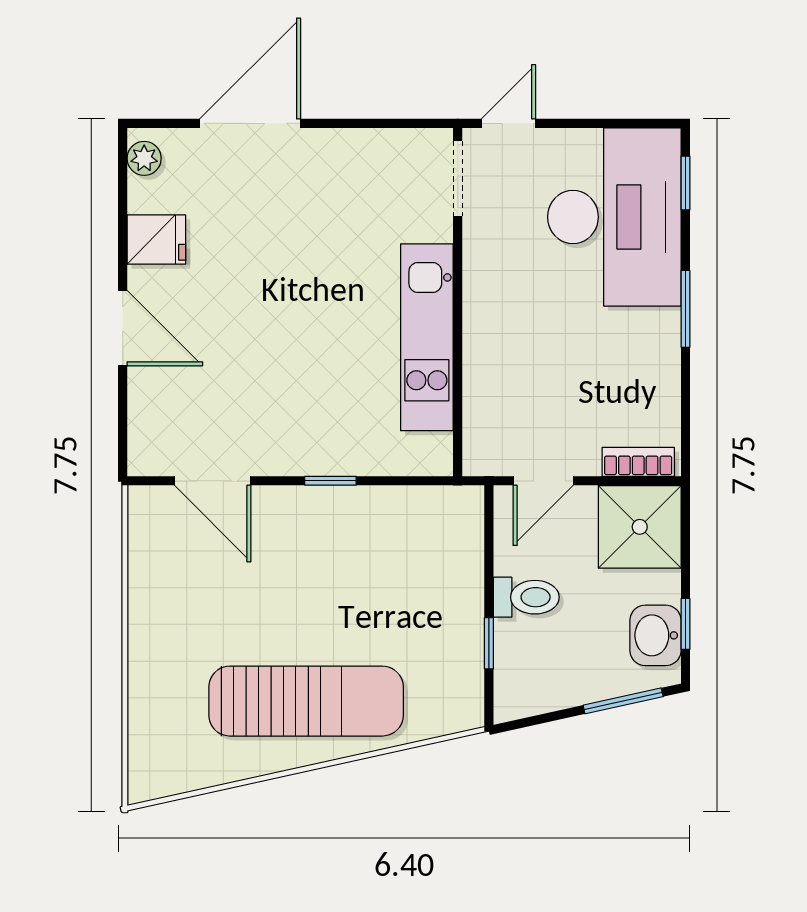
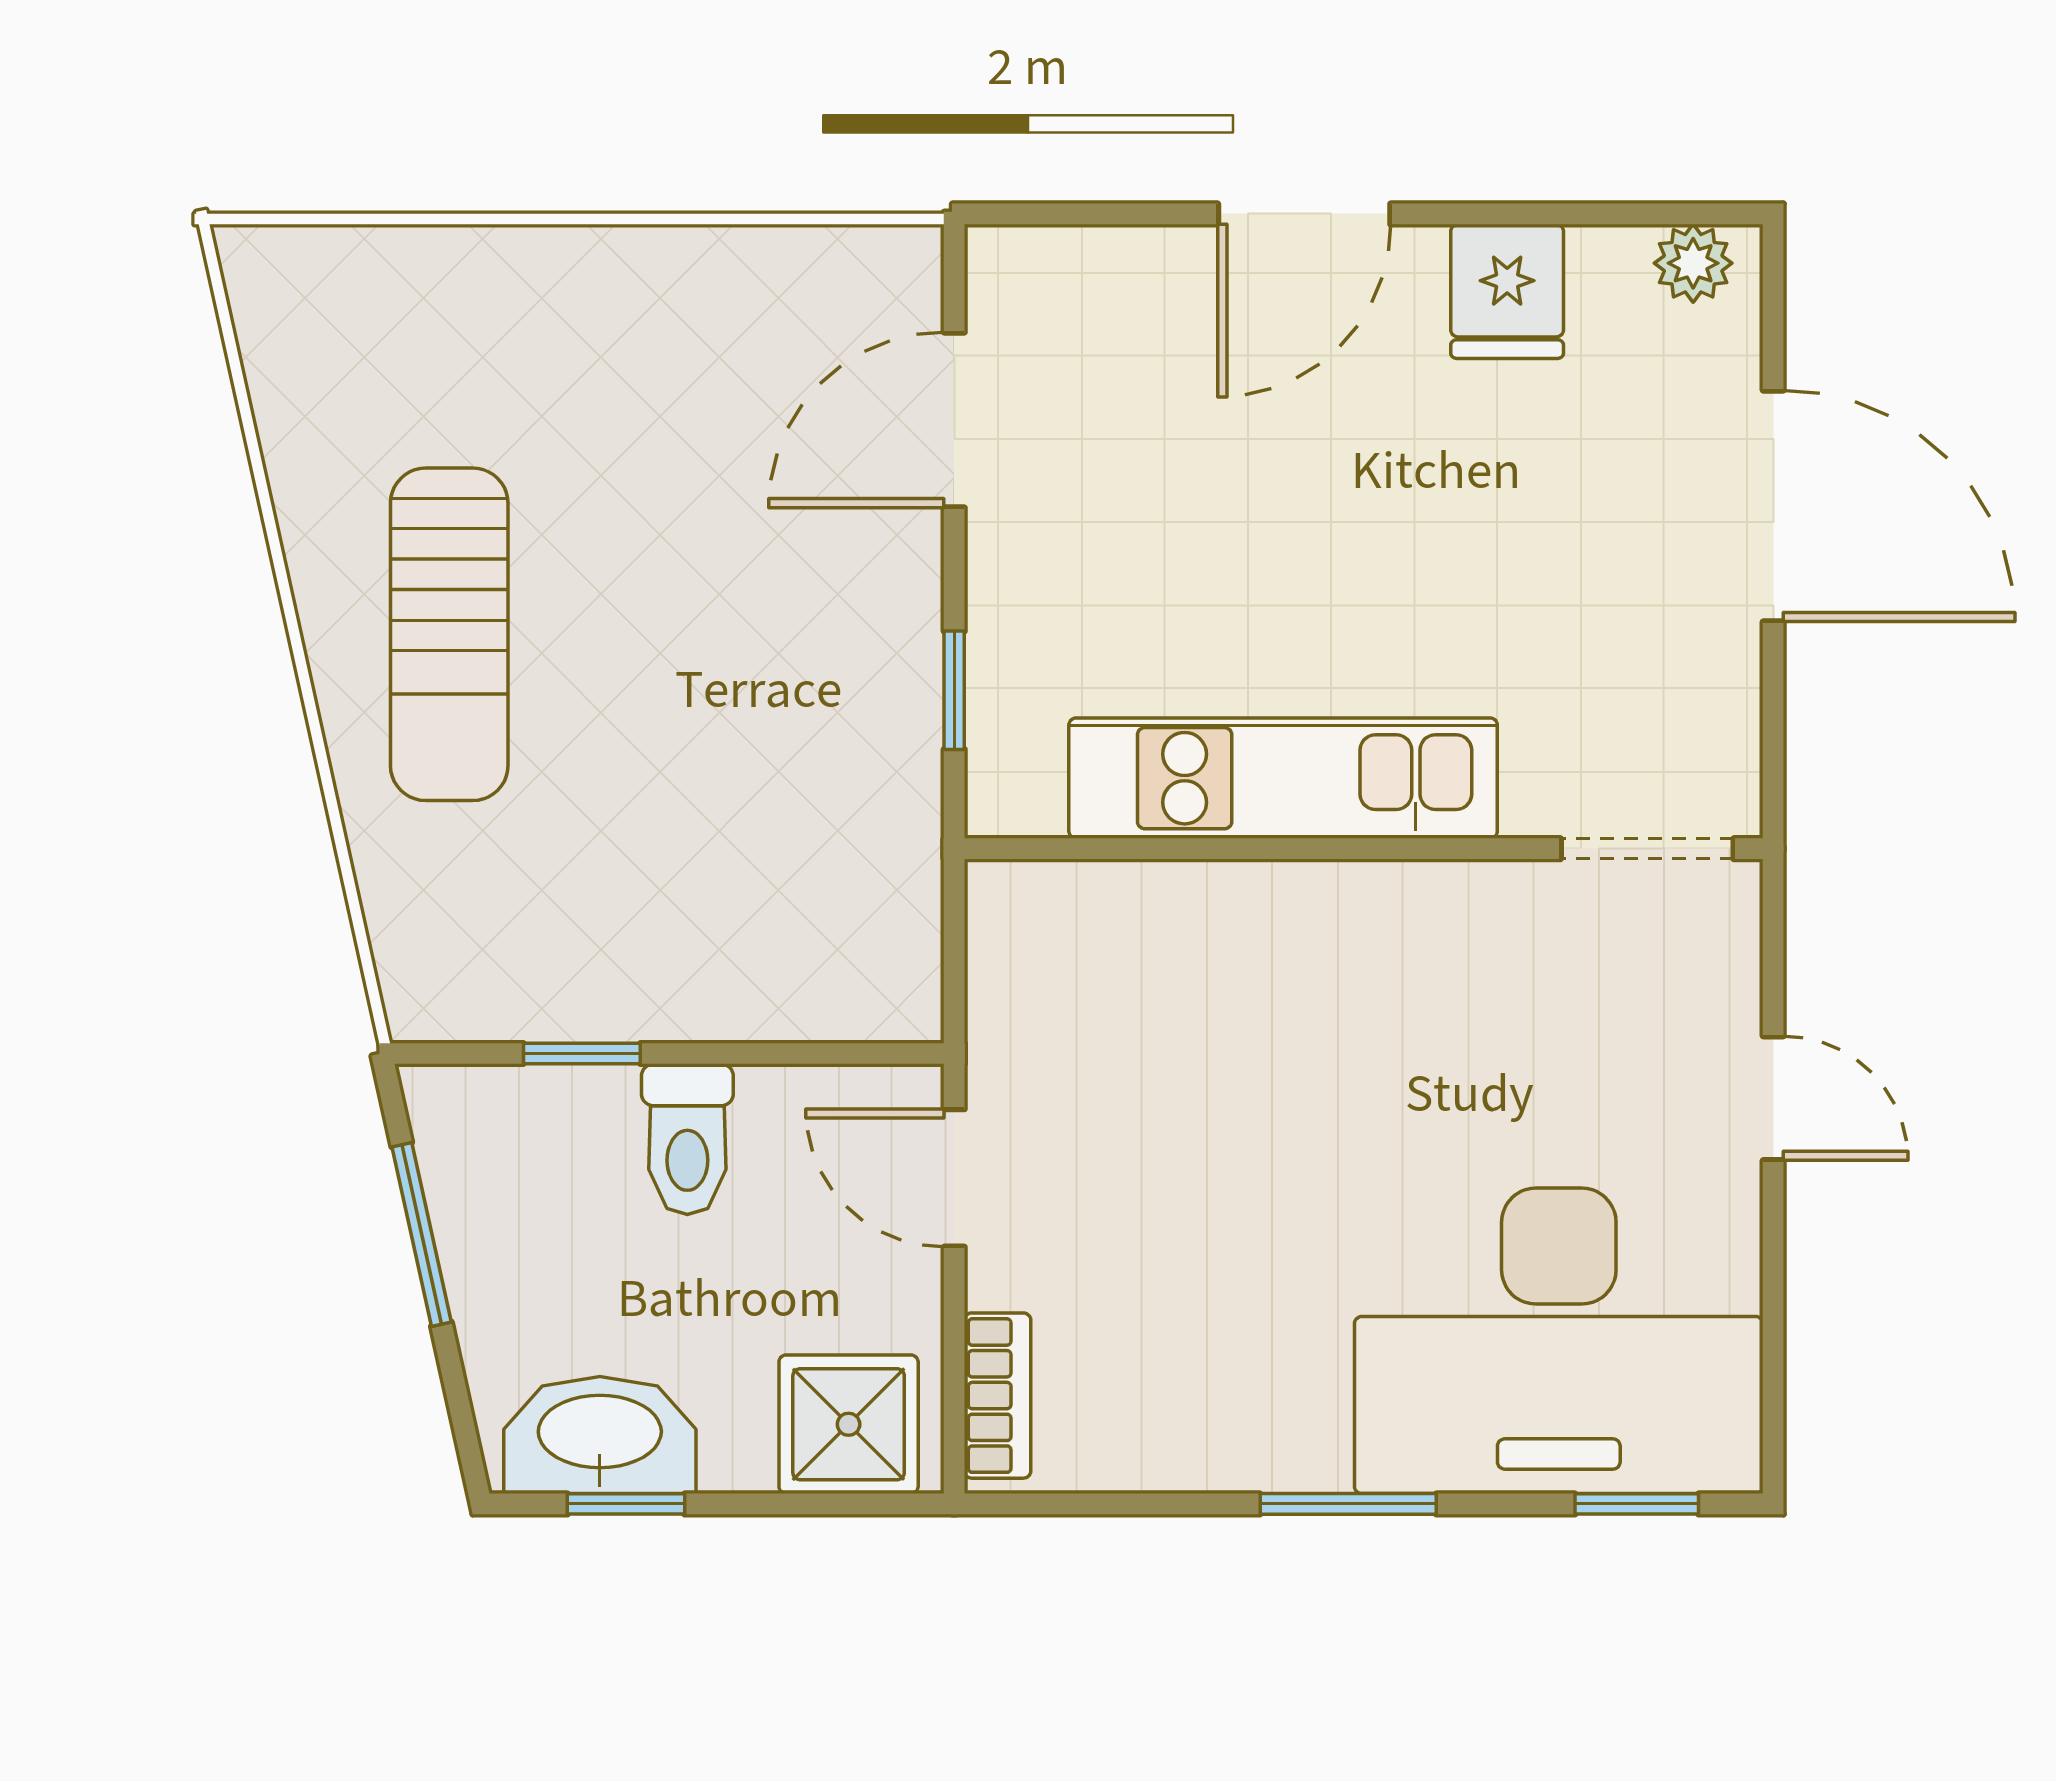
doorway: (458, 178) -> (1647, 849), moved
wall: (458, 302) -> (1364, 849), moved
kitchen unit: (427, 337) -> (1283, 778), moved
shower: (640, 527) -> (849, 1424), width x0.73, depth x0.73
washbasin: (655, 635) -> (600, 1435), width x1.38
sun lounger: (306, 701) -> (449, 634), width x0.73, depth x0.75
window: (623, 701) -> (422, 1234), moved

